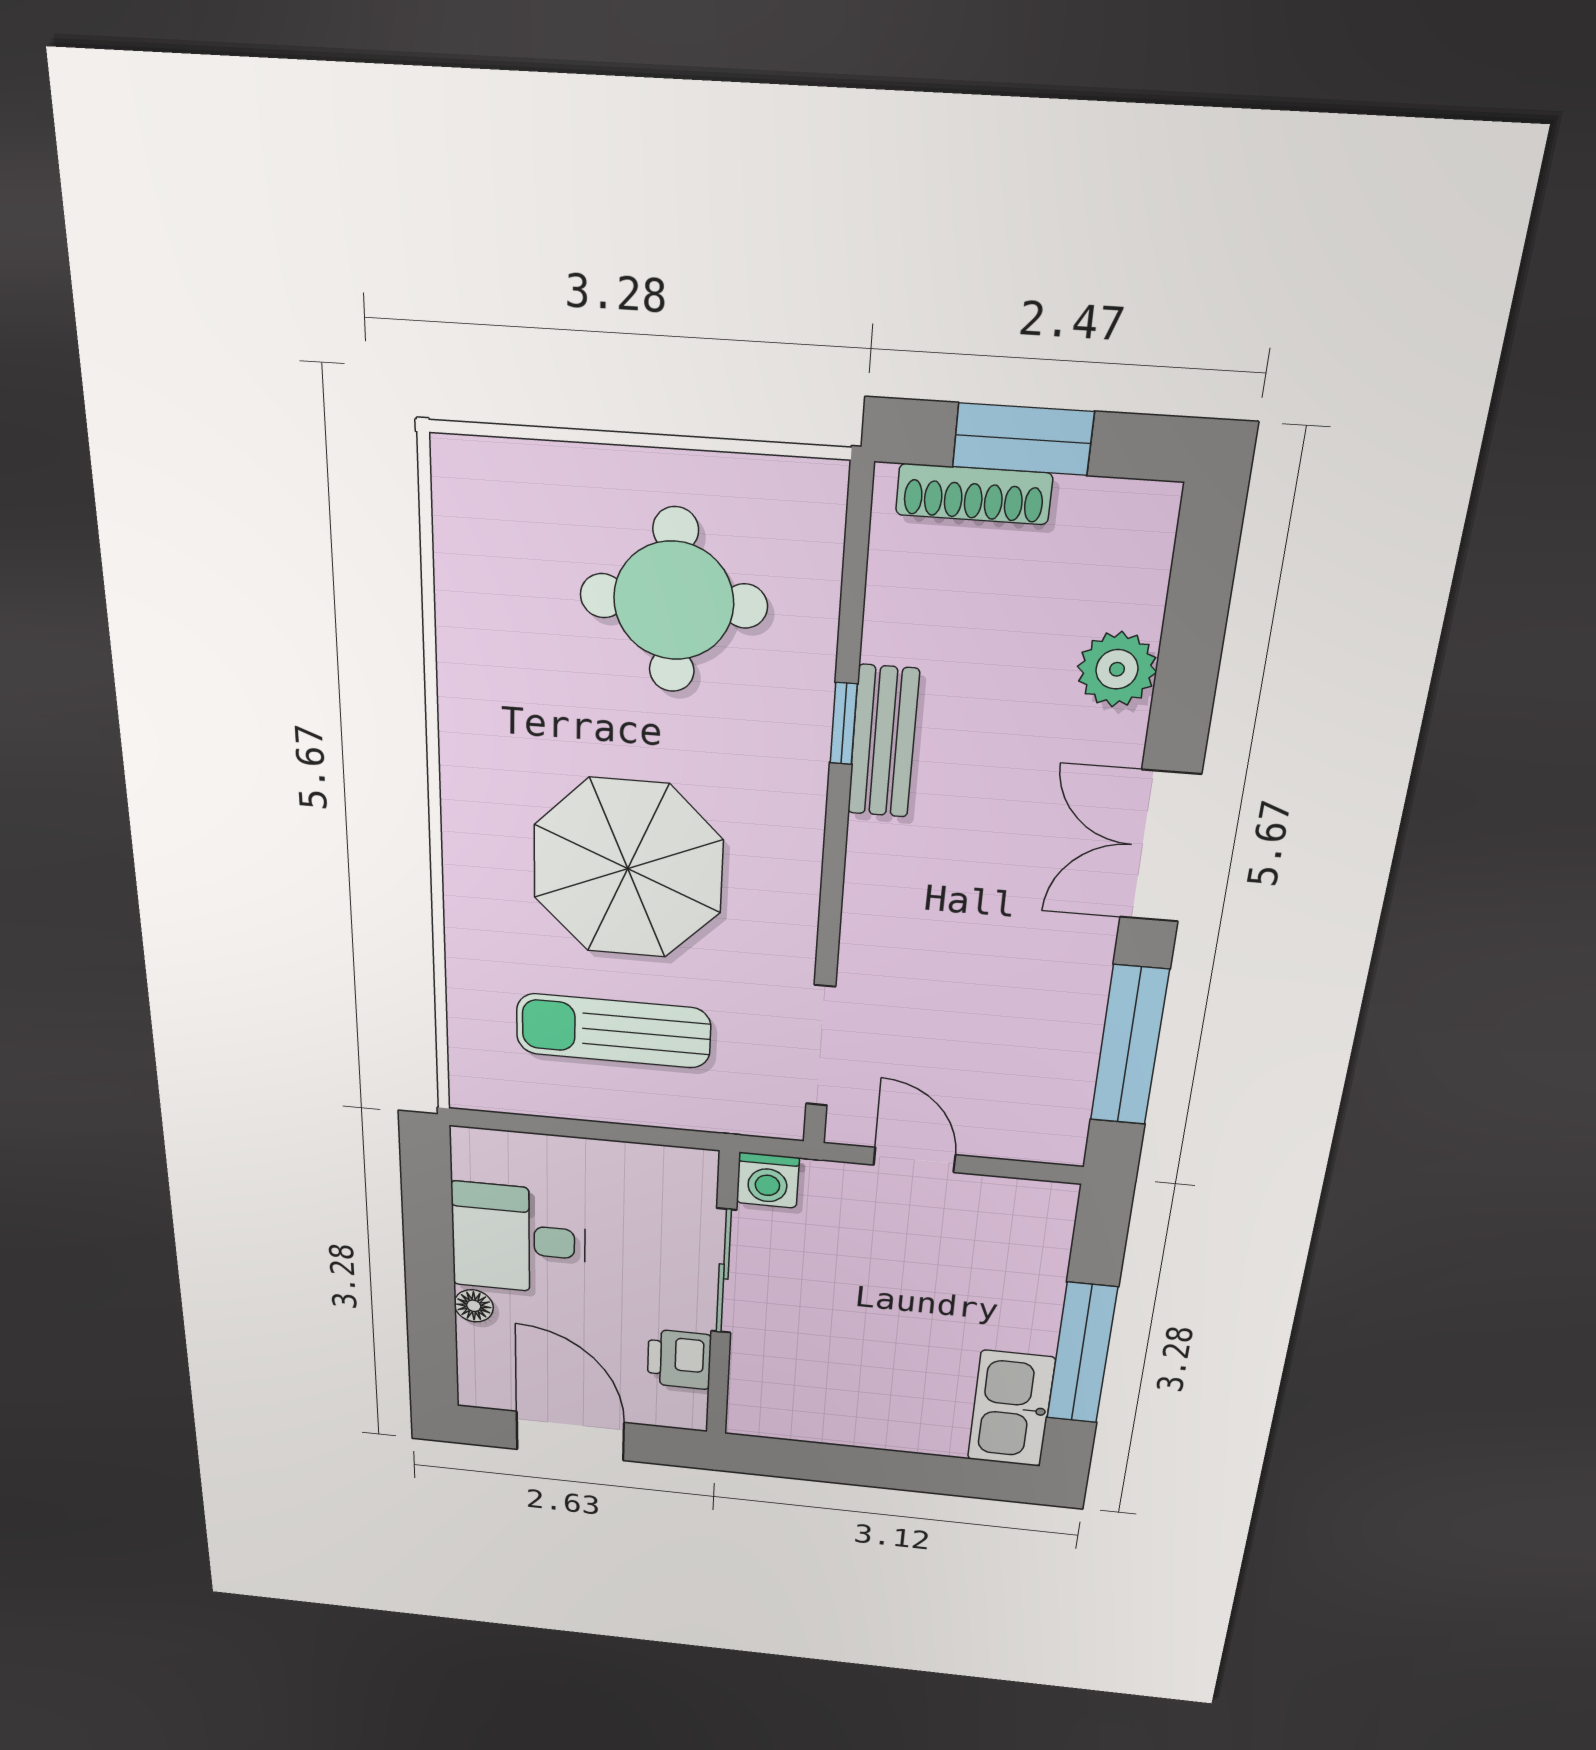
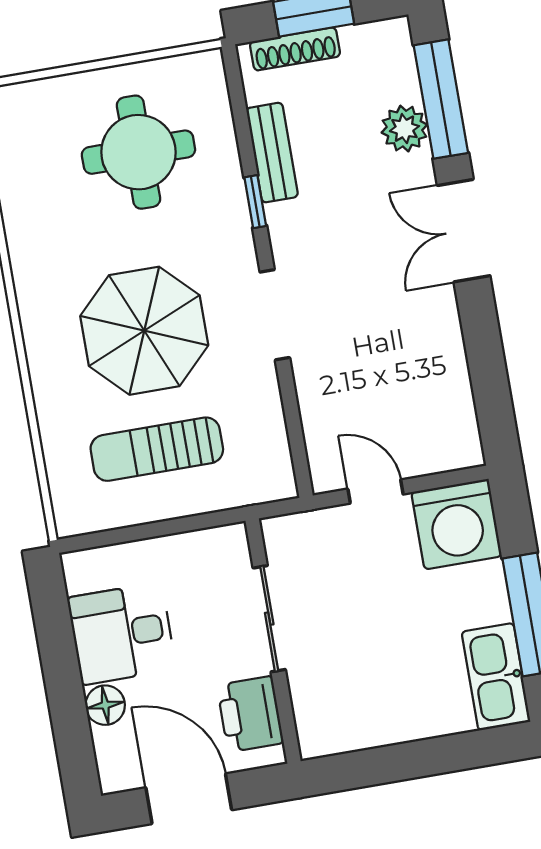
bench: (883, 742) -> (272, 153), moved
doorway: (821, 1046) -> (275, 315), moved
window: (1129, 1046) -> (441, 99), moved
washing machine: (768, 1180) -> (457, 524), moved, width x1.89, depth x1.89
floor lamp: (474, 1306) -> (105, 705), width x1.37, depth x1.37
printer: (679, 1359) -> (250, 714), width x1.36, depth x1.24

